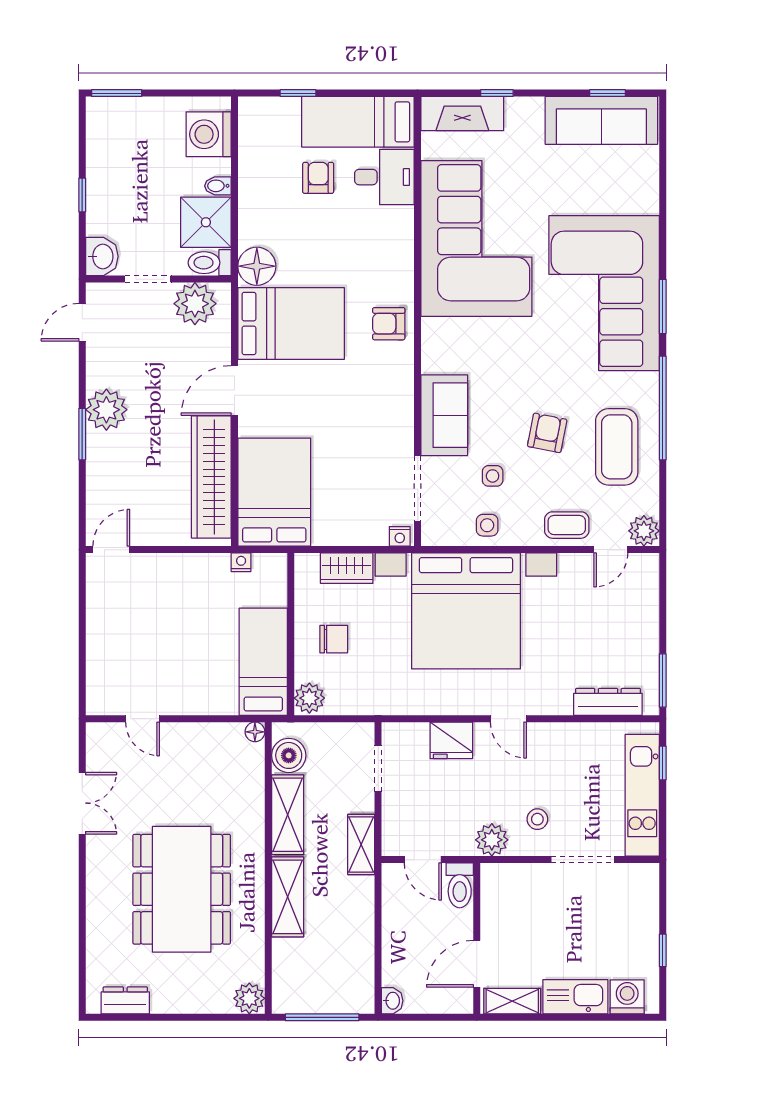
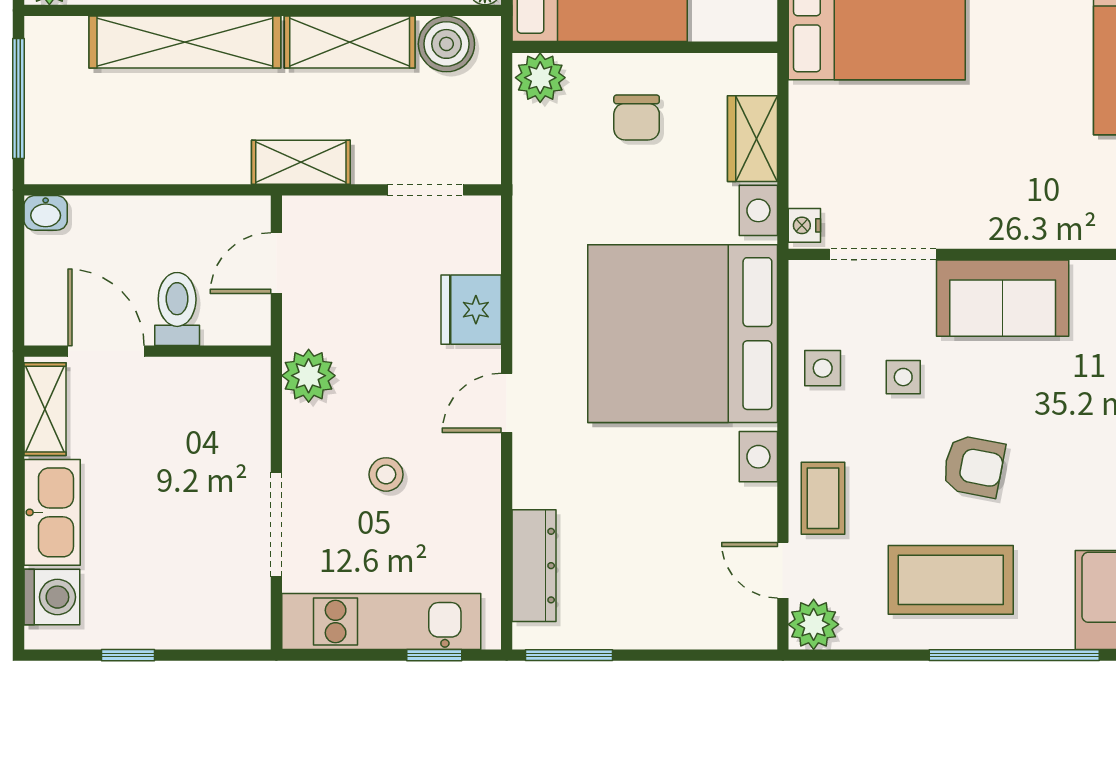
stool: (537, 819) -> (386, 474), moved
toilet: (460, 885) -> (177, 309), moved, turned 90
shelving: (288, 897) -> (185, 42), width x1.47

